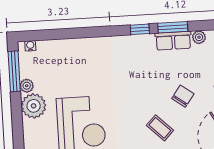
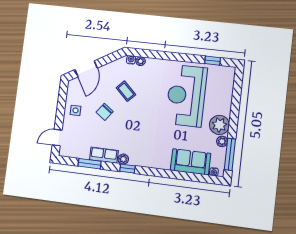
window: (173, 27) -> (90, 164), moved
plant: (199, 37) -> (123, 159), moved
sofa: (62, 53) -> (191, 162), added

